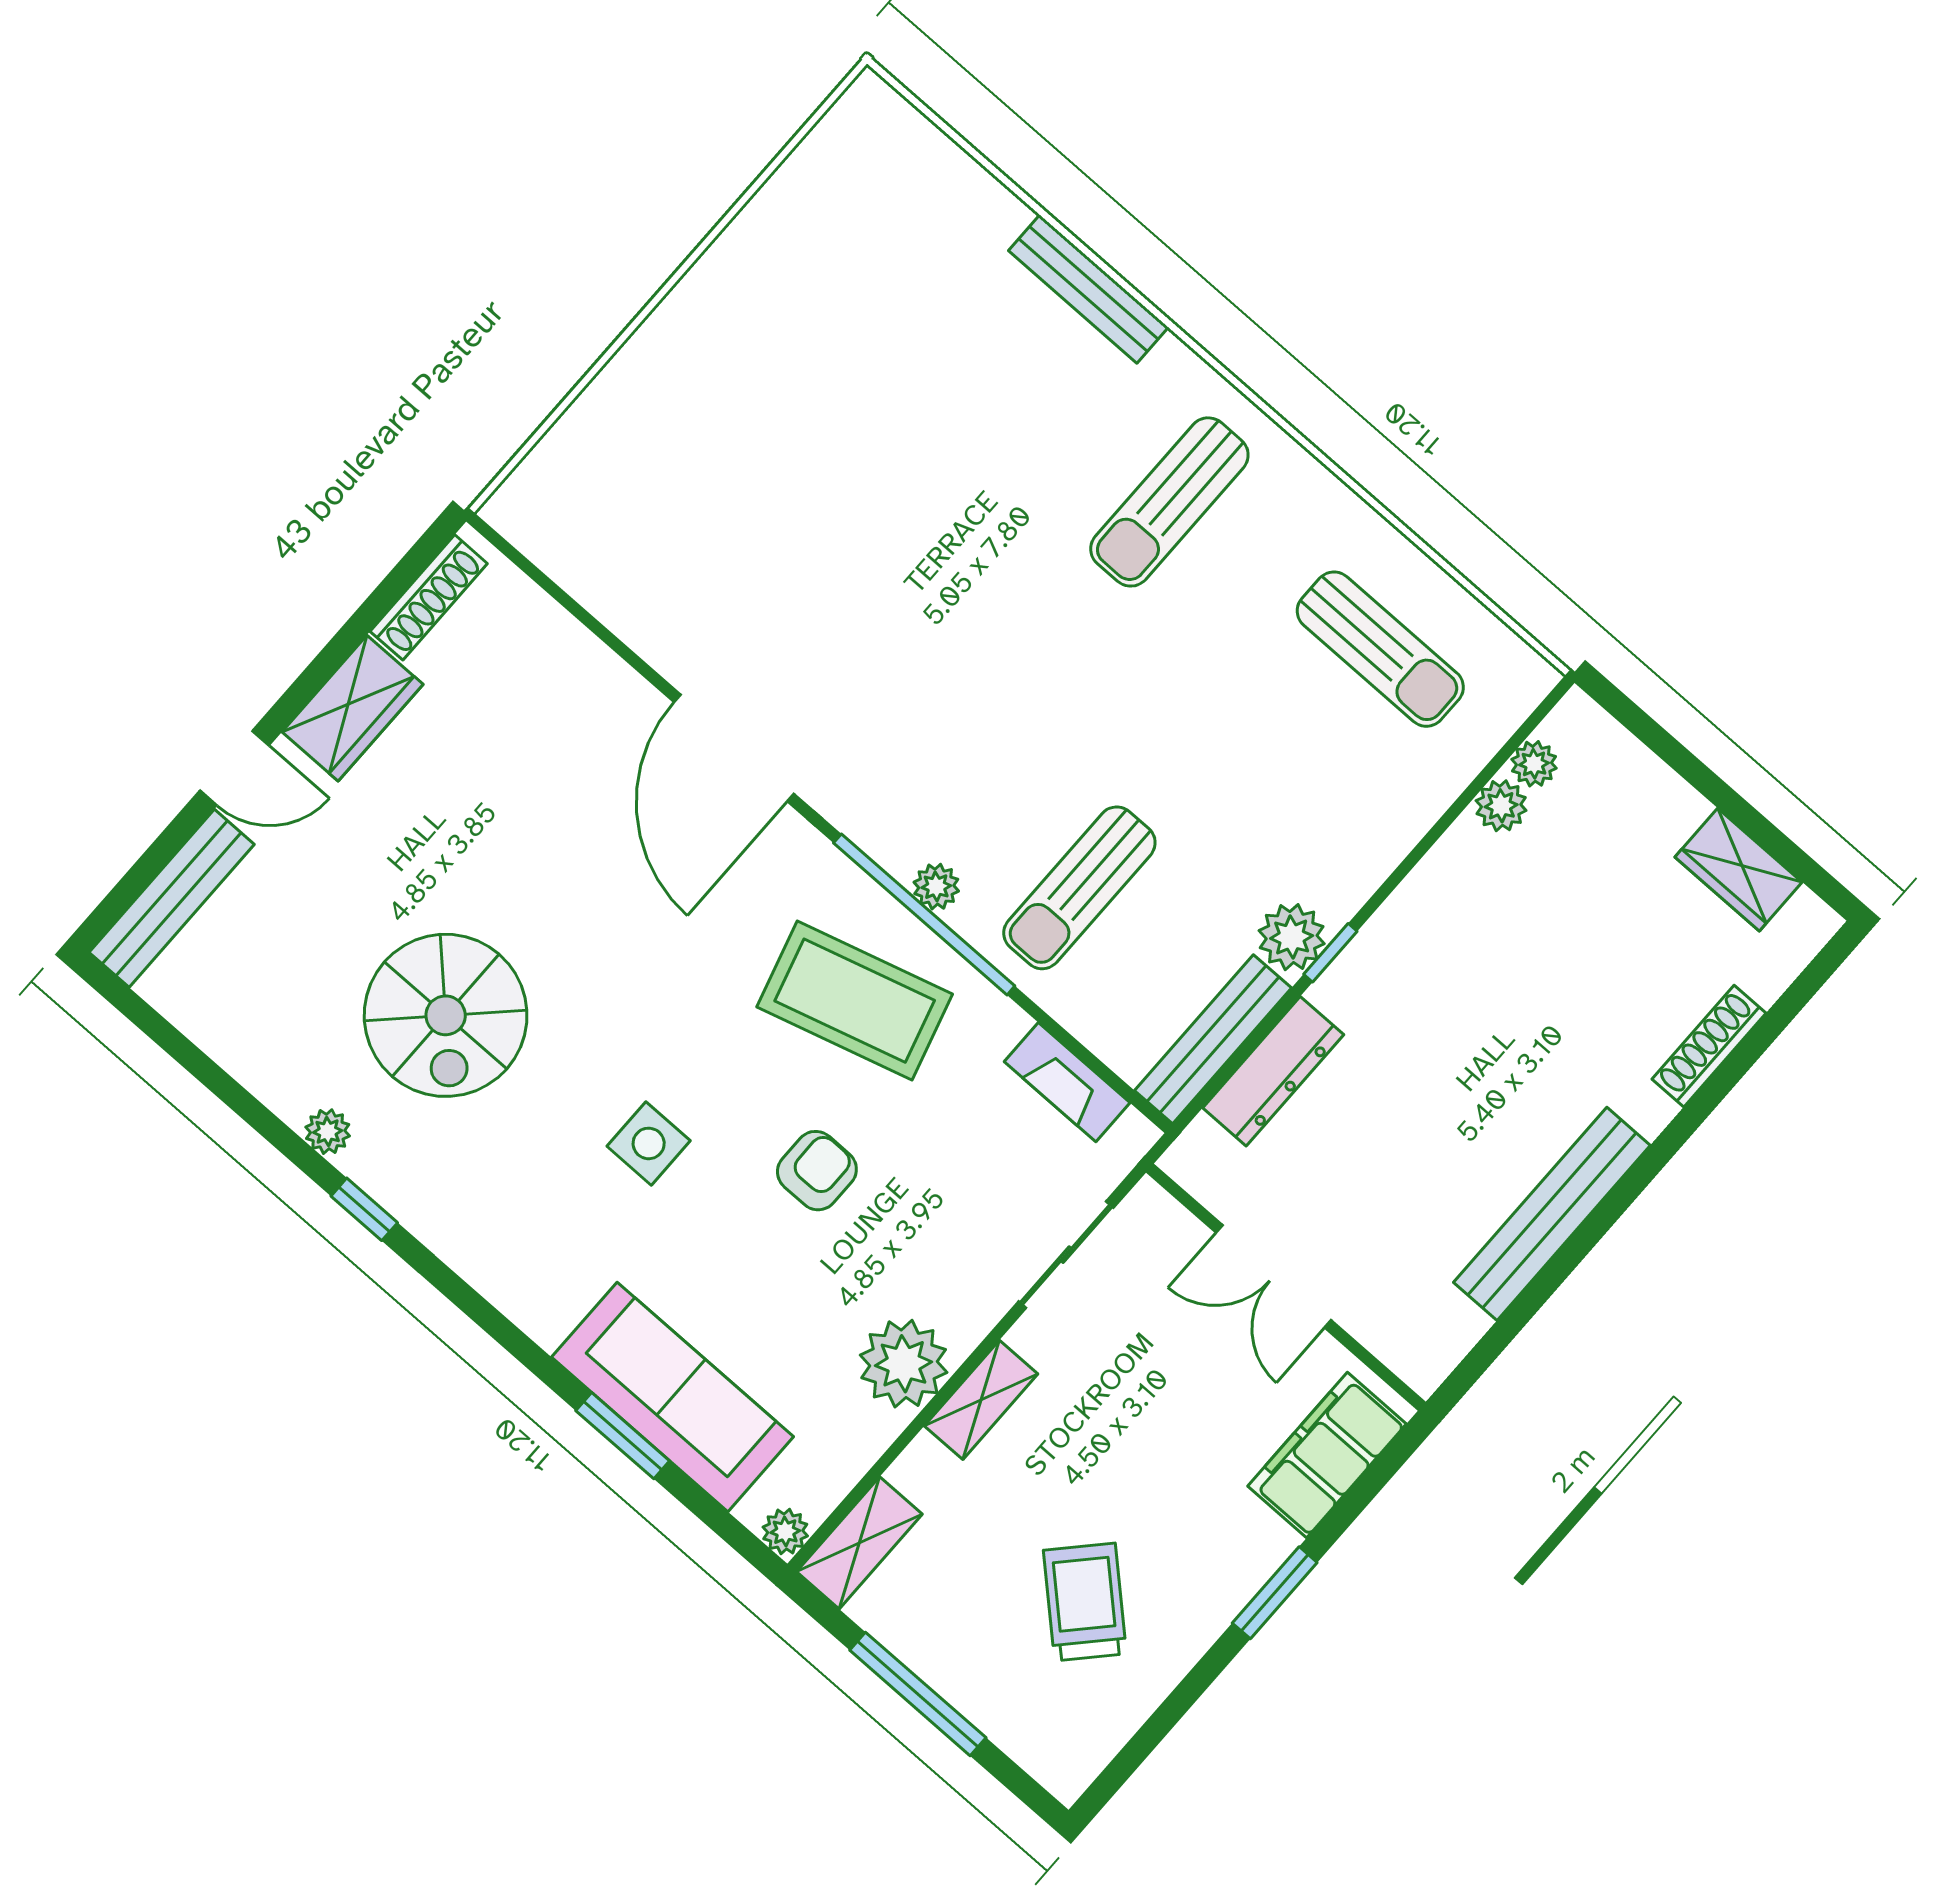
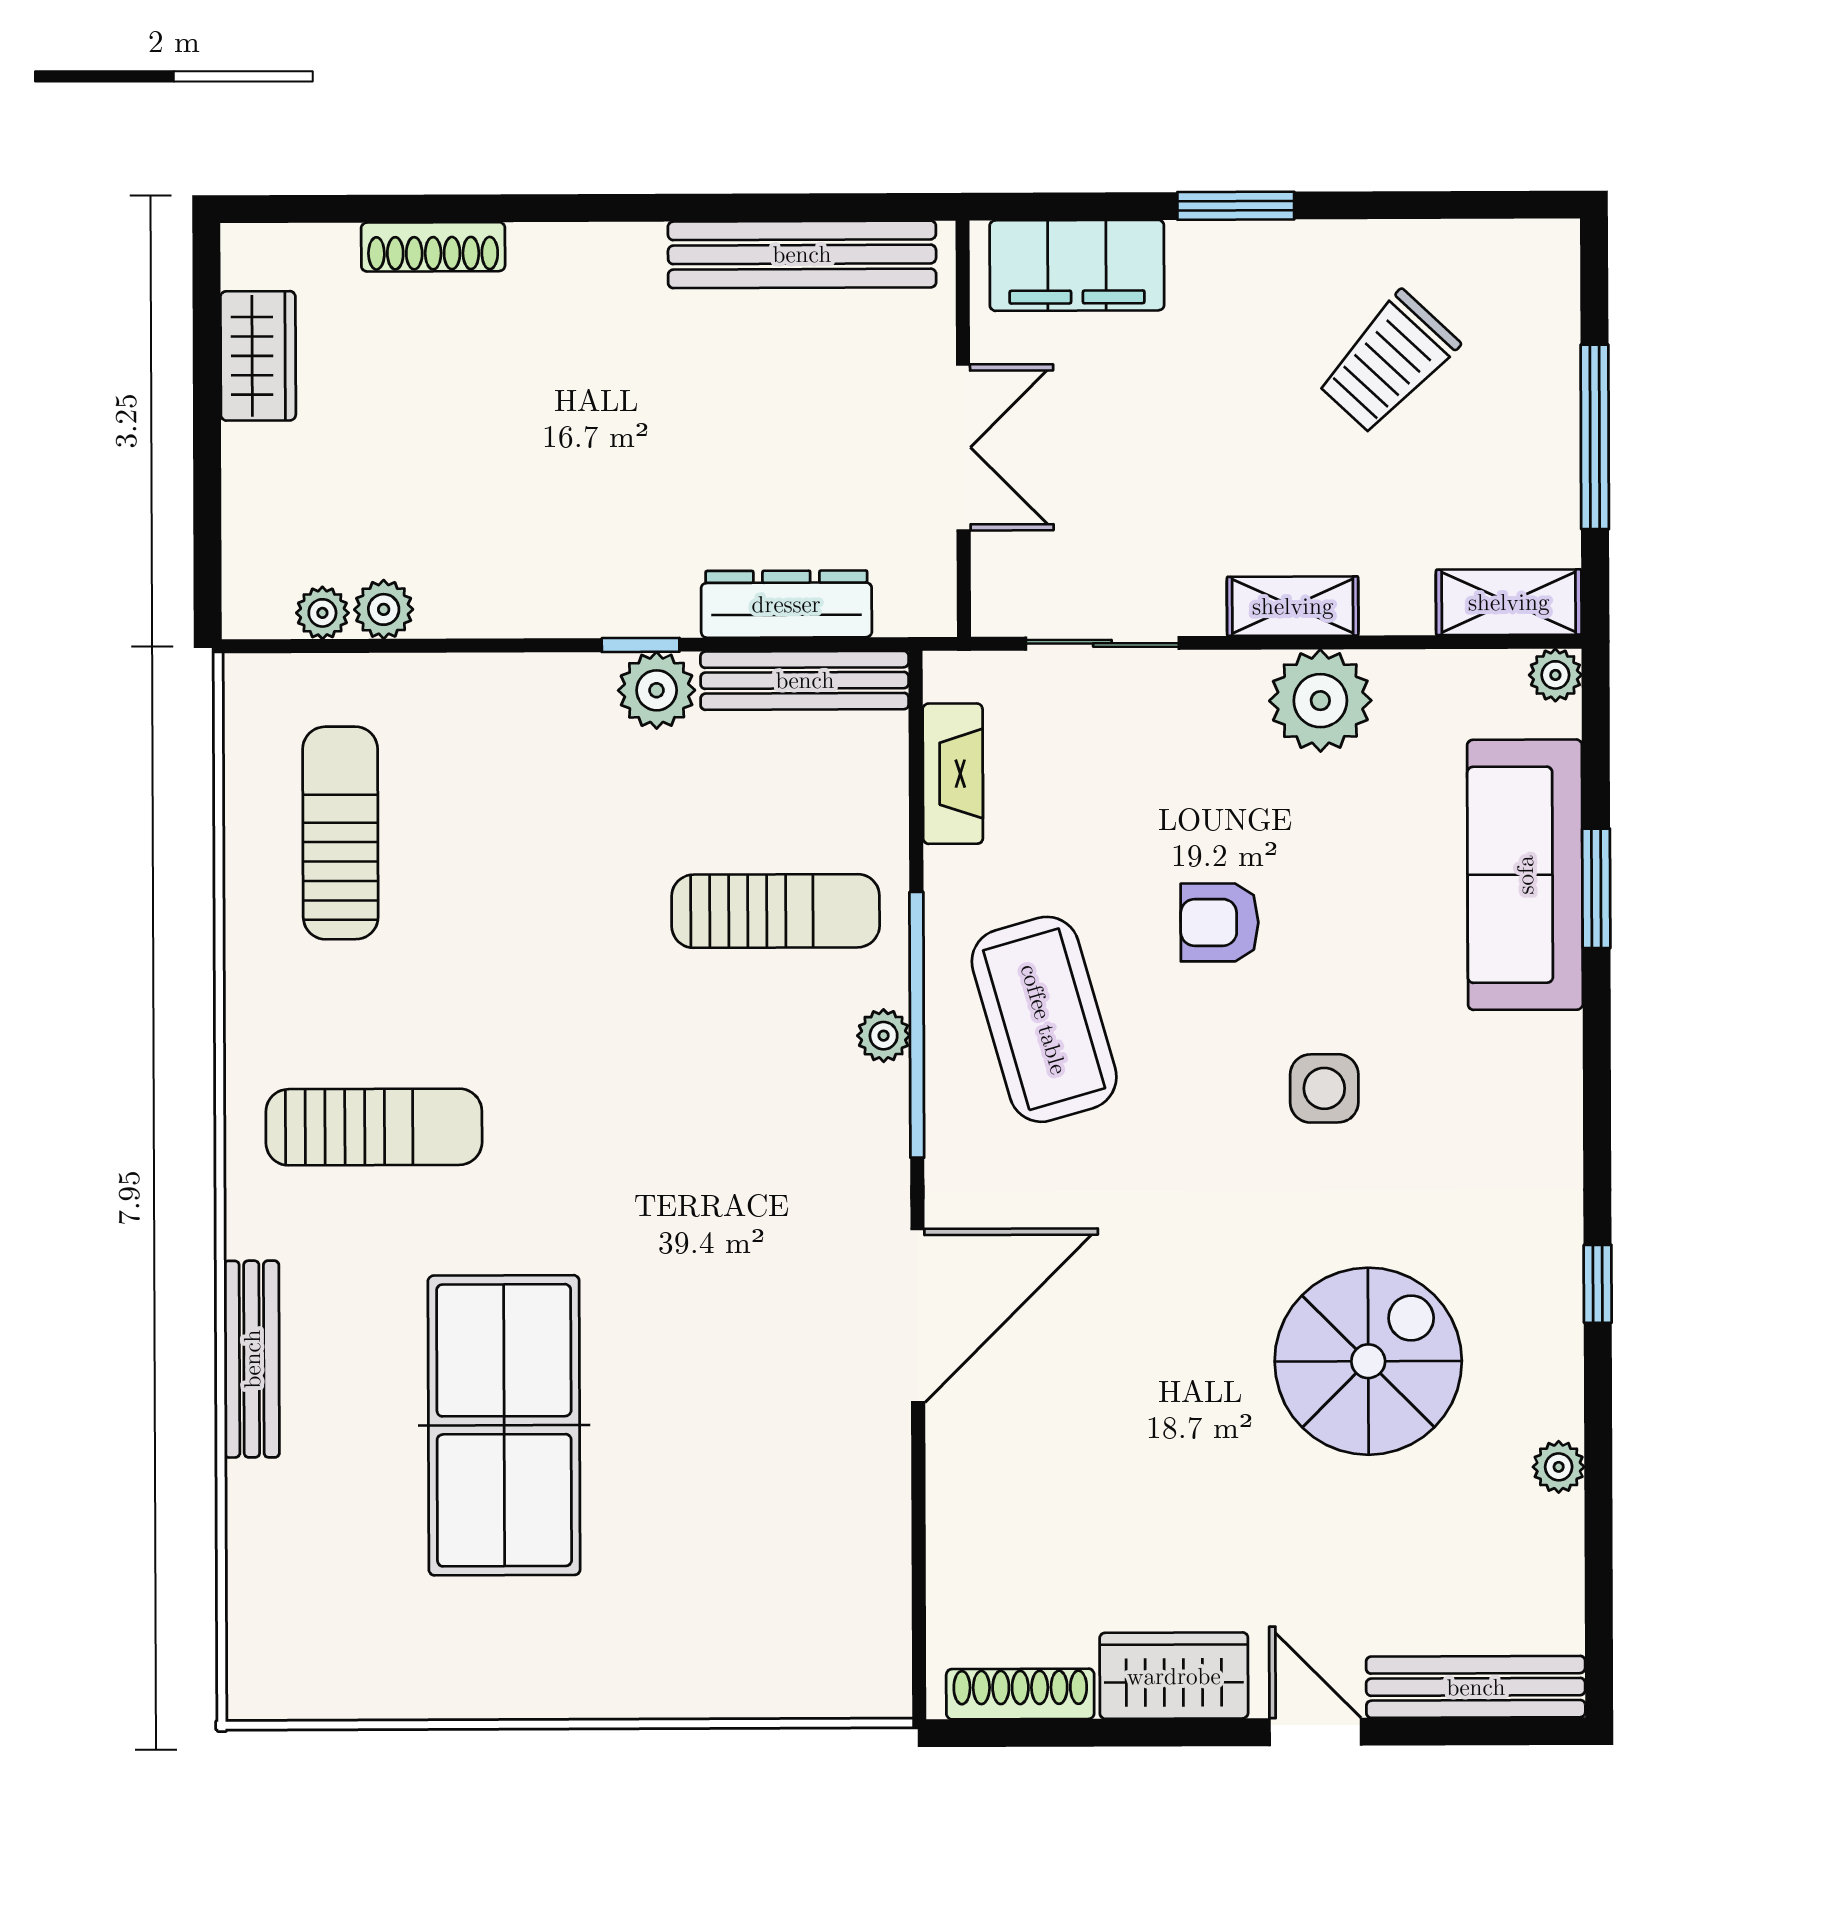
table tennis table: (900, 415) -> (504, 1425), added
plant: (328, 1132) -> (1559, 1467), moved
bench: (1552, 1214) -> (802, 254), moved

